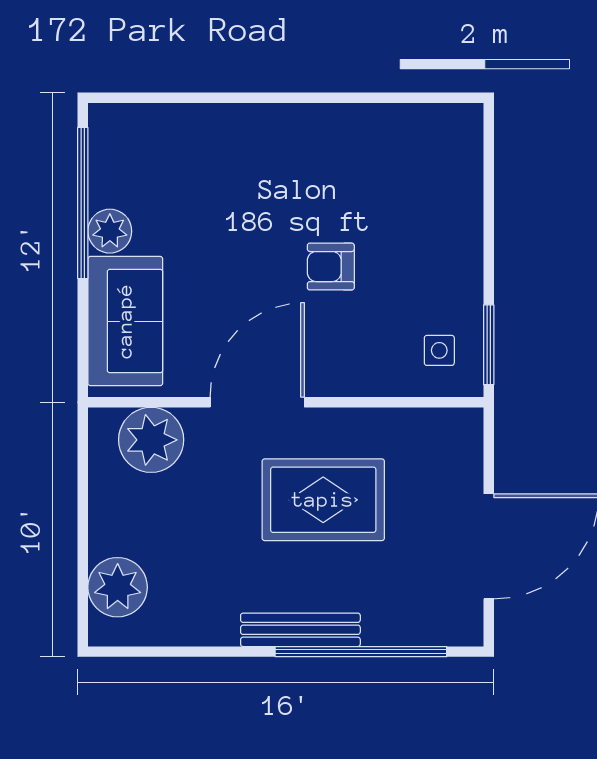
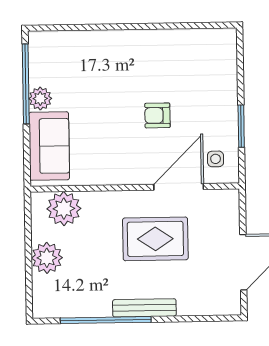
window: (489, 345) -> (241, 126), moved
door: (257, 402) -> (179, 187), moved
plant: (118, 587) -> (47, 258), moved
window: (361, 652) -> (106, 320), moved

